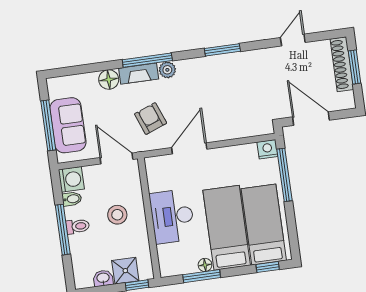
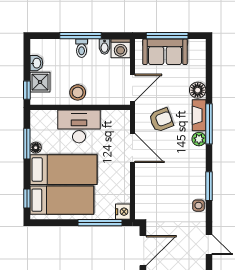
side table: (247, 59) -> (199, 206), added
stool: (117, 215) -> (78, 92), moved

